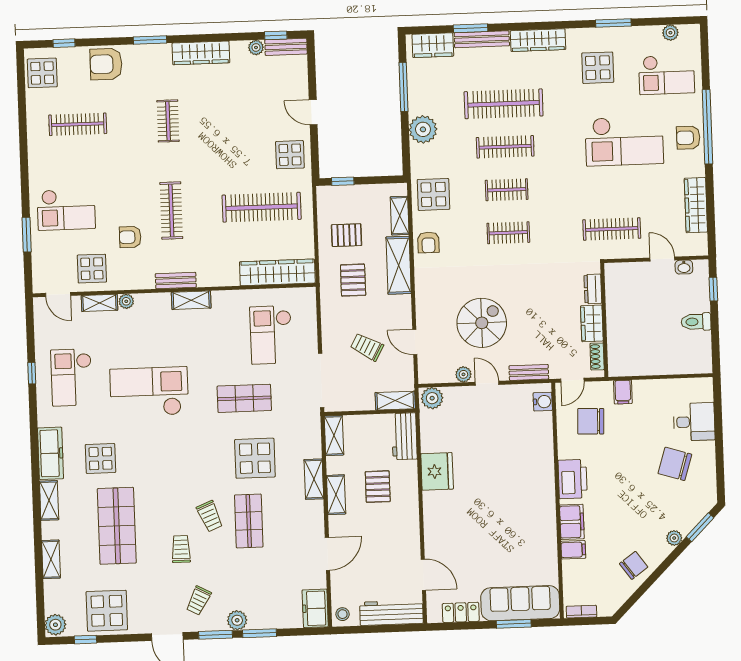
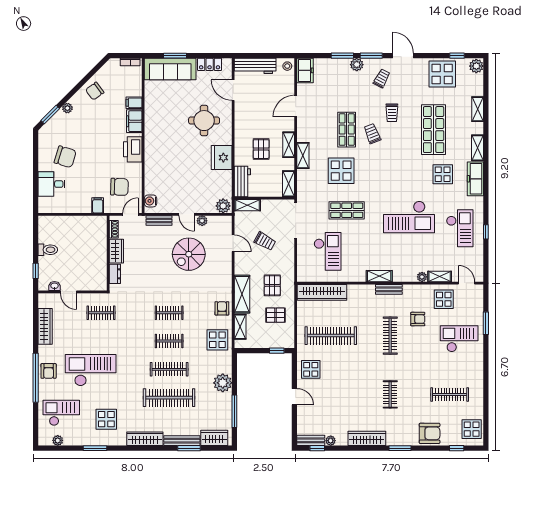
armchair: (688, 138) -> (49, 371), turned 90
clothes rail: (612, 229) -> (101, 313), width x0.73
round table: (466, 527) -> (204, 121), added

